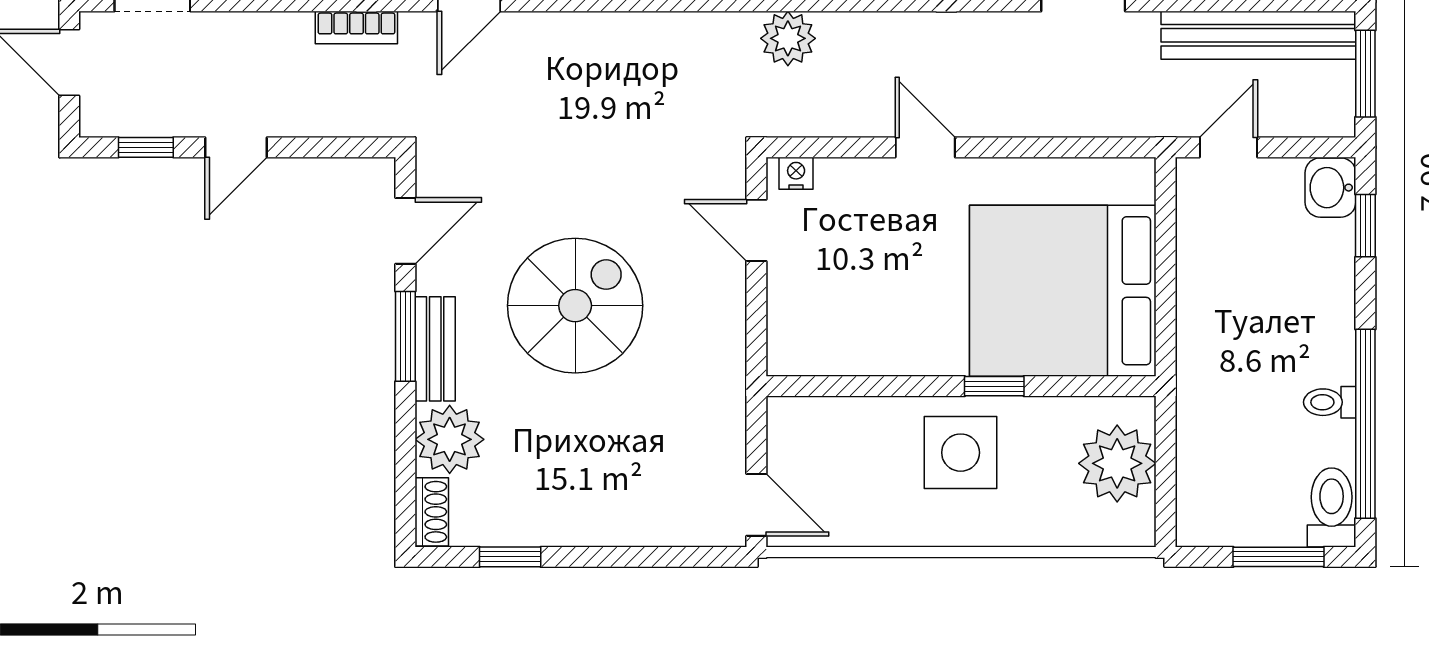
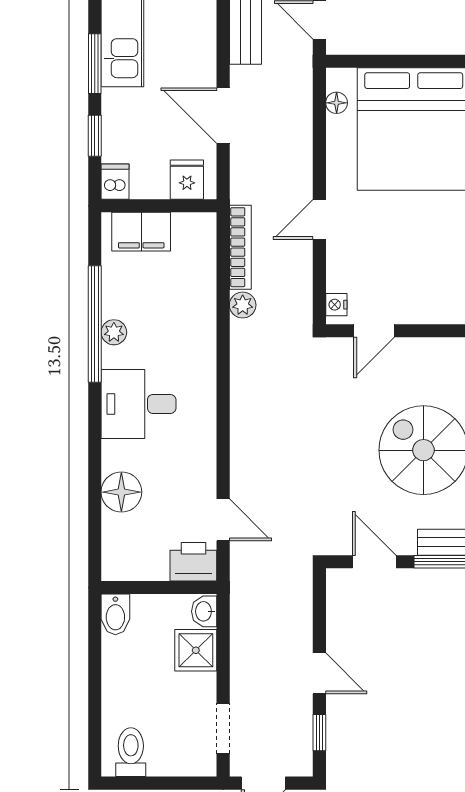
bookcase: (356, 27) -> (240, 247), moved, width x1.56
plant: (788, 38) -> (243, 305), width x0.73, depth x0.73
floor lamp: (1103, 174) -> (337, 103), added

